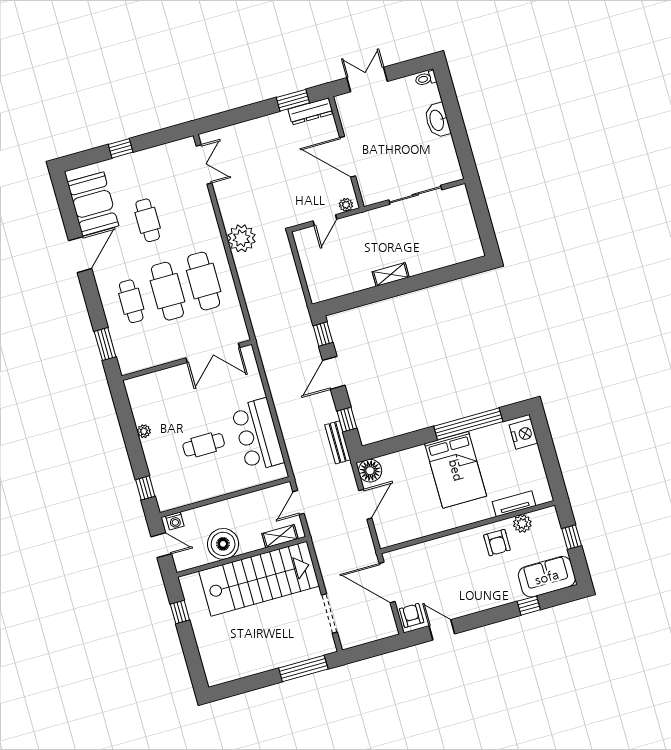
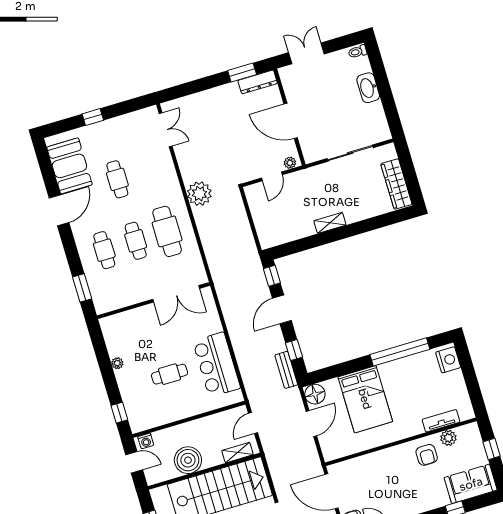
wardrobe: (468, 231) -> (396, 184), added
cafe table: (167, 291) -> (136, 241), width x0.73, depth x0.74
bed: (456, 470) -> (365, 399), moved

